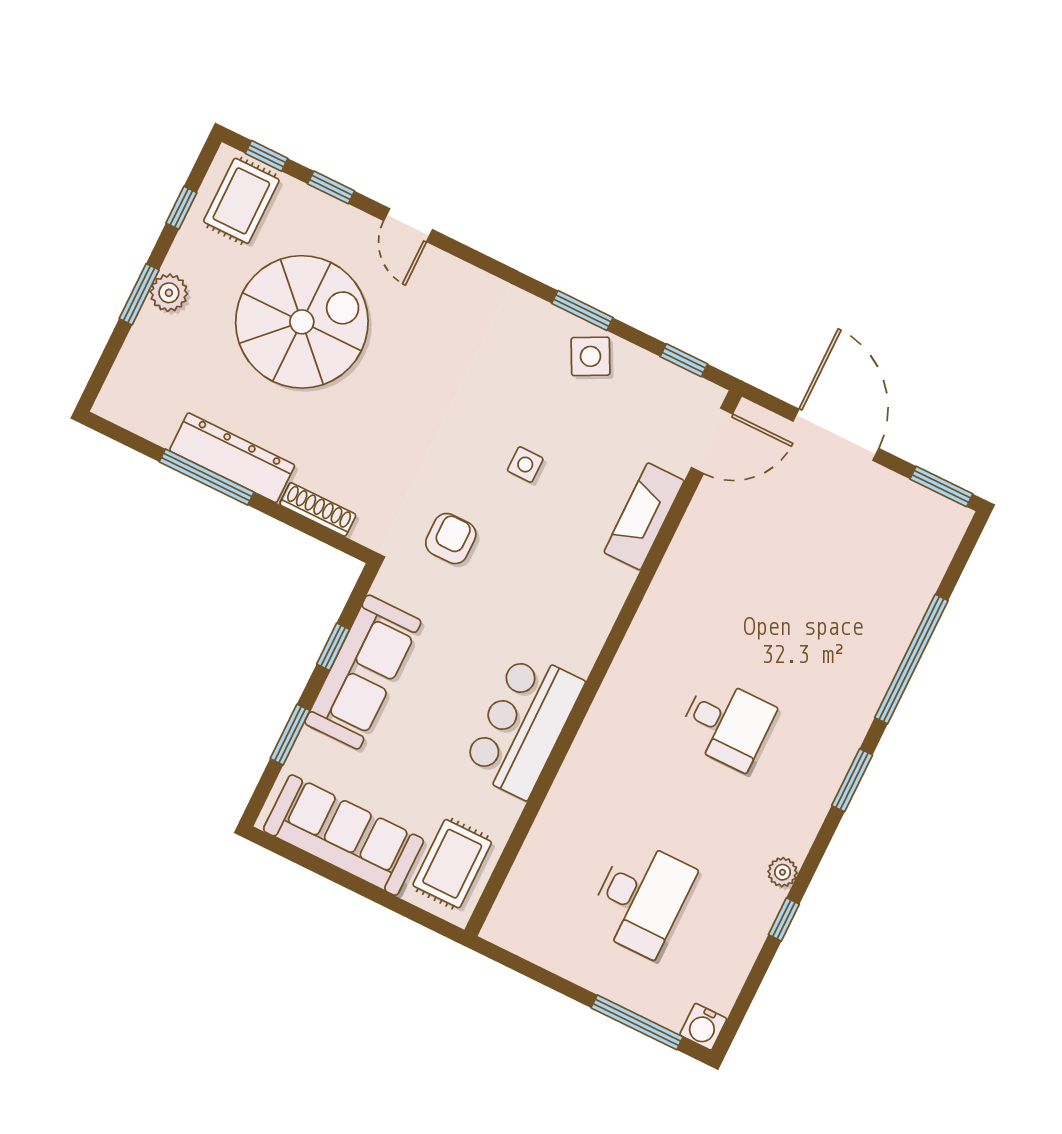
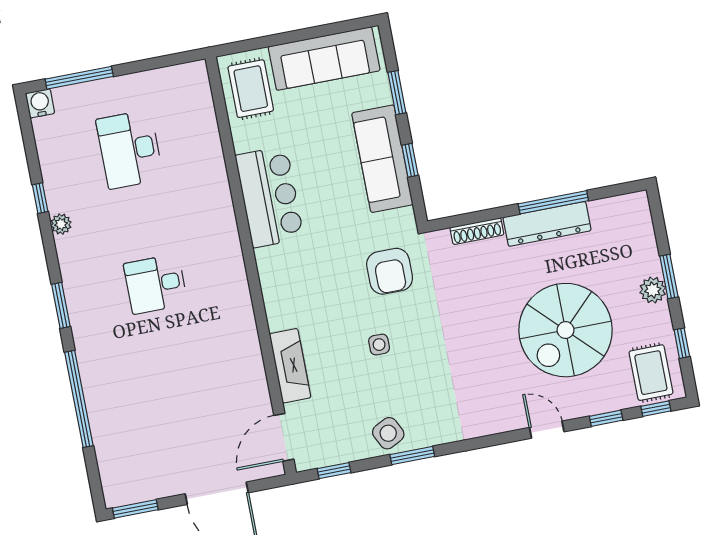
armchair: (451, 539) -> (390, 271), width x1.38, depth x1.38

